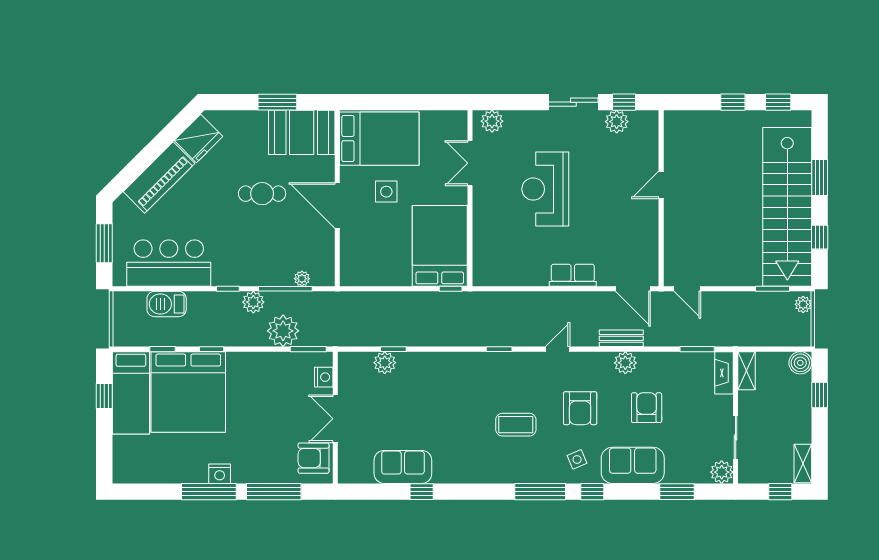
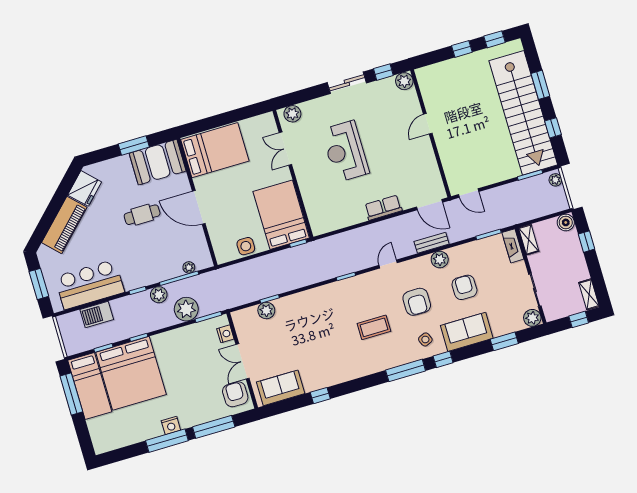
plant: (617, 122) -> (404, 81), moved
side table: (386, 192) -> (246, 246), moved
window: (104, 396) -> (71, 394), width x2.17
armchair: (314, 458) -> (235, 394), turned 90
sofa: (403, 467) -> (281, 388), moved

